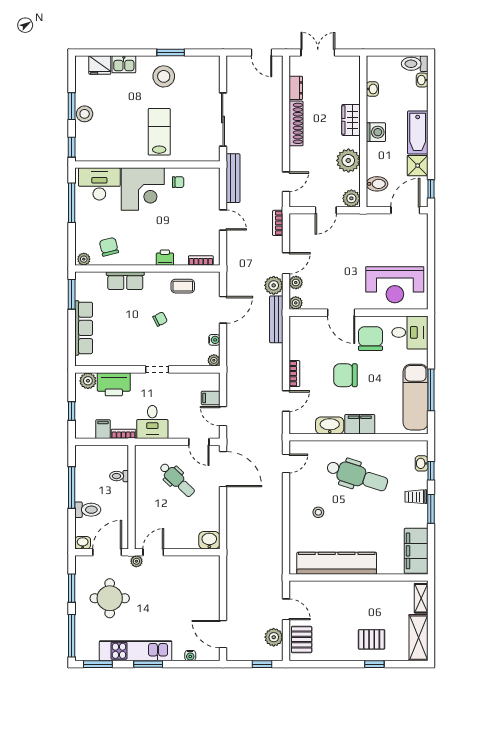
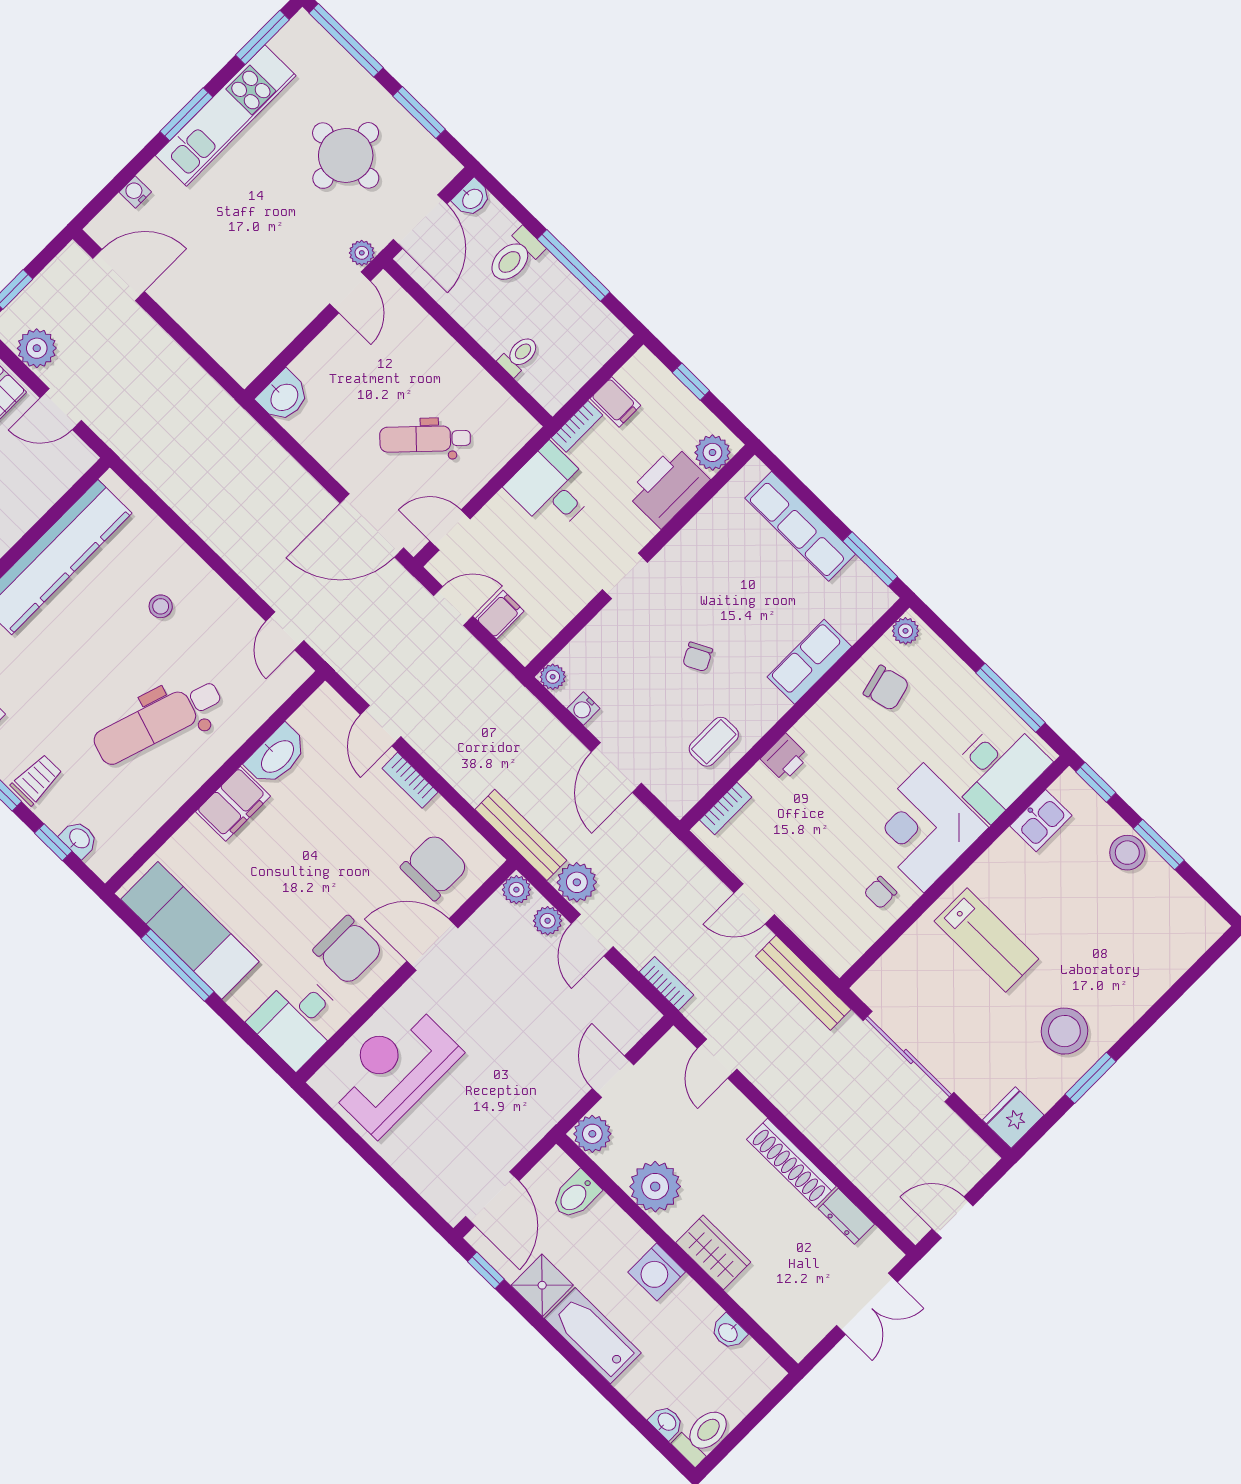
kitchen sink: (124, 64) -> (1041, 821), moved, turned 180
fridge: (100, 65) -> (1013, 1118), moved
chair: (345, 375) -> (434, 867), moved

